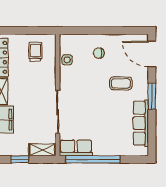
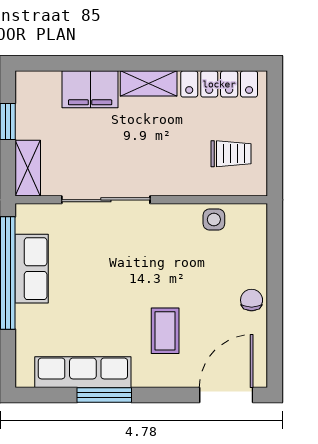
chair: (99, 53) -> (252, 300), moved
window: (152, 96) -> (104, 395), moved
row of seats: (76, 148) -> (32, 269), moved

